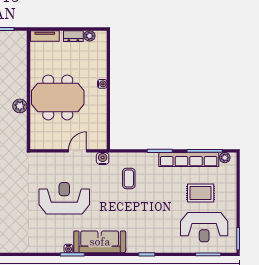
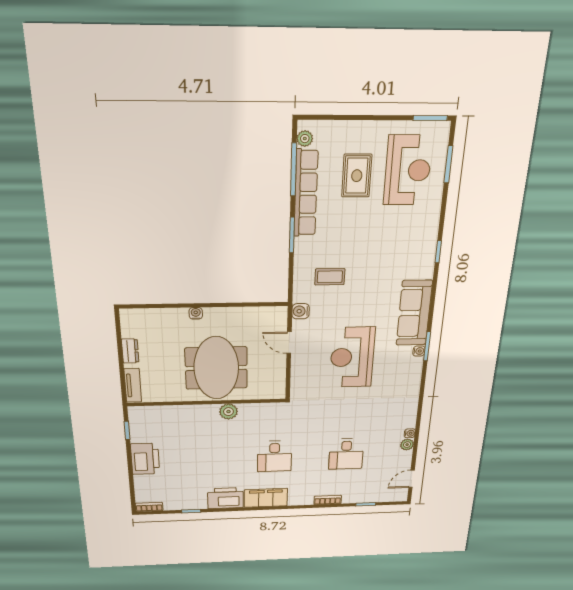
plant: (90, 36) -> (128, 331), removed

